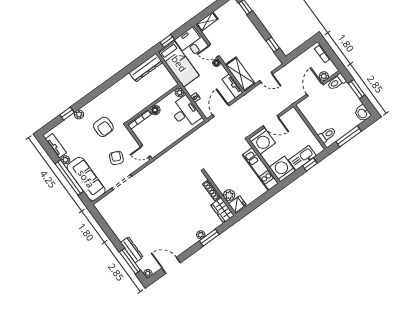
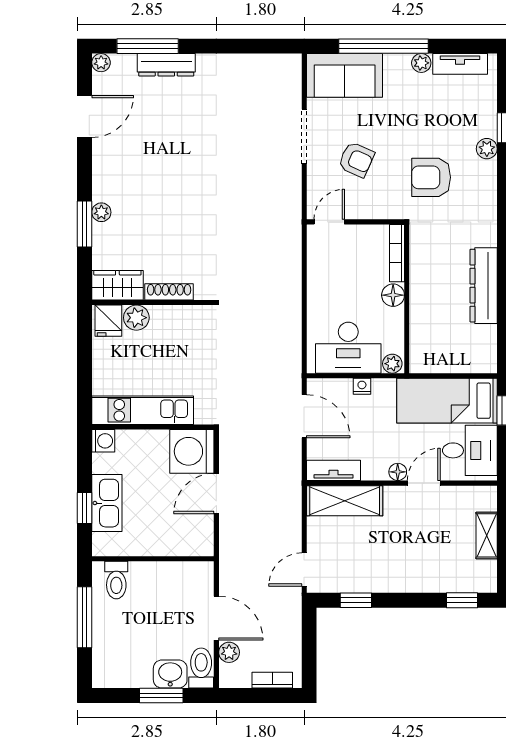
shelving: (207, 22) -> (487, 535), moved
dresser: (146, 68) -> (484, 286), moved
door: (266, 77) -> (304, 570), moved
washbasin: (363, 113) -> (170, 674), moved
washing machine: (282, 169) -> (103, 441), width x0.53, depth x0.53
sofa: (86, 179) -> (345, 75), width x0.73

